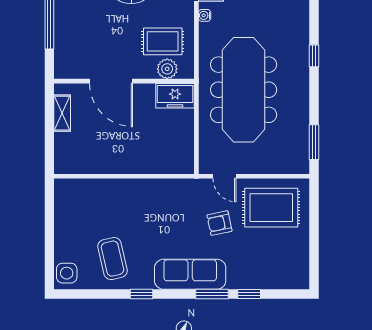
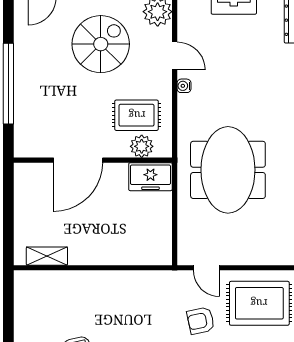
door: (111, 81) -> (78, 160), hinge flipped
meeting table: (244, 90) -> (228, 170), width x0.73
shelving: (62, 113) -> (47, 256), moved, turned 90

